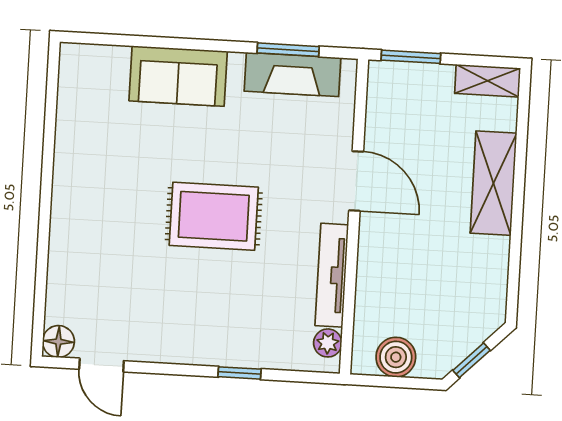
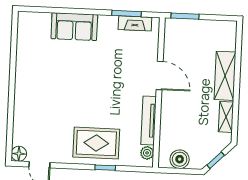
fireplace: (293, 74) -> (135, 23), width x0.73, depth x0.76
shelving: (488, 81) -> (226, 117), moved, turned 90
rug: (214, 216) -> (96, 143), moved

